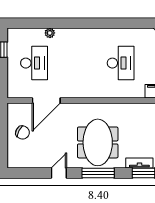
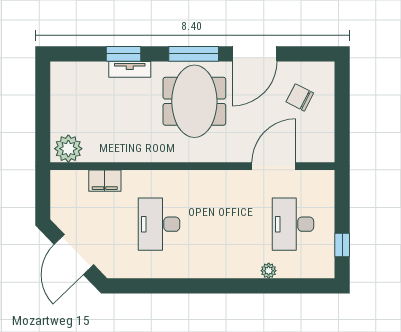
chair: (23, 133) -> (300, 97), moved
door: (59, 173) -> (255, 54), width x1.88

